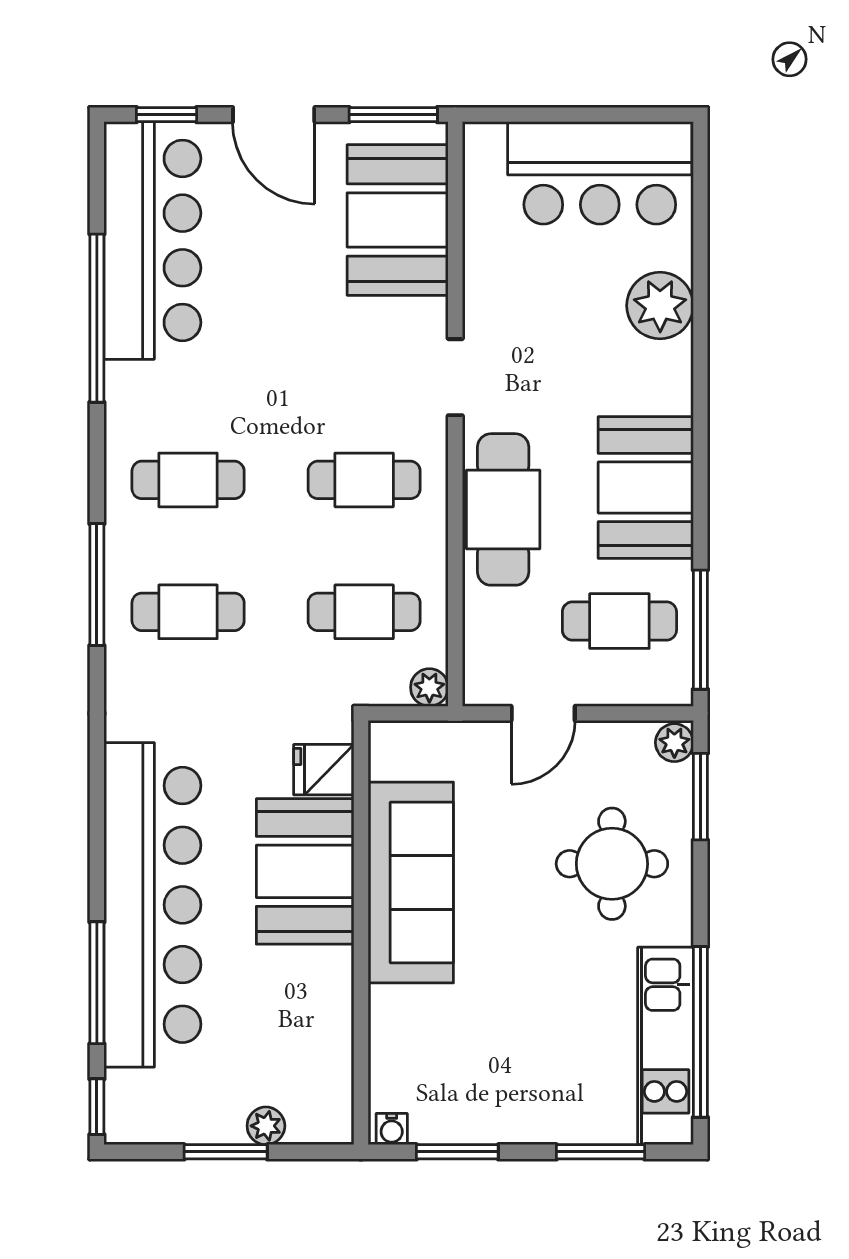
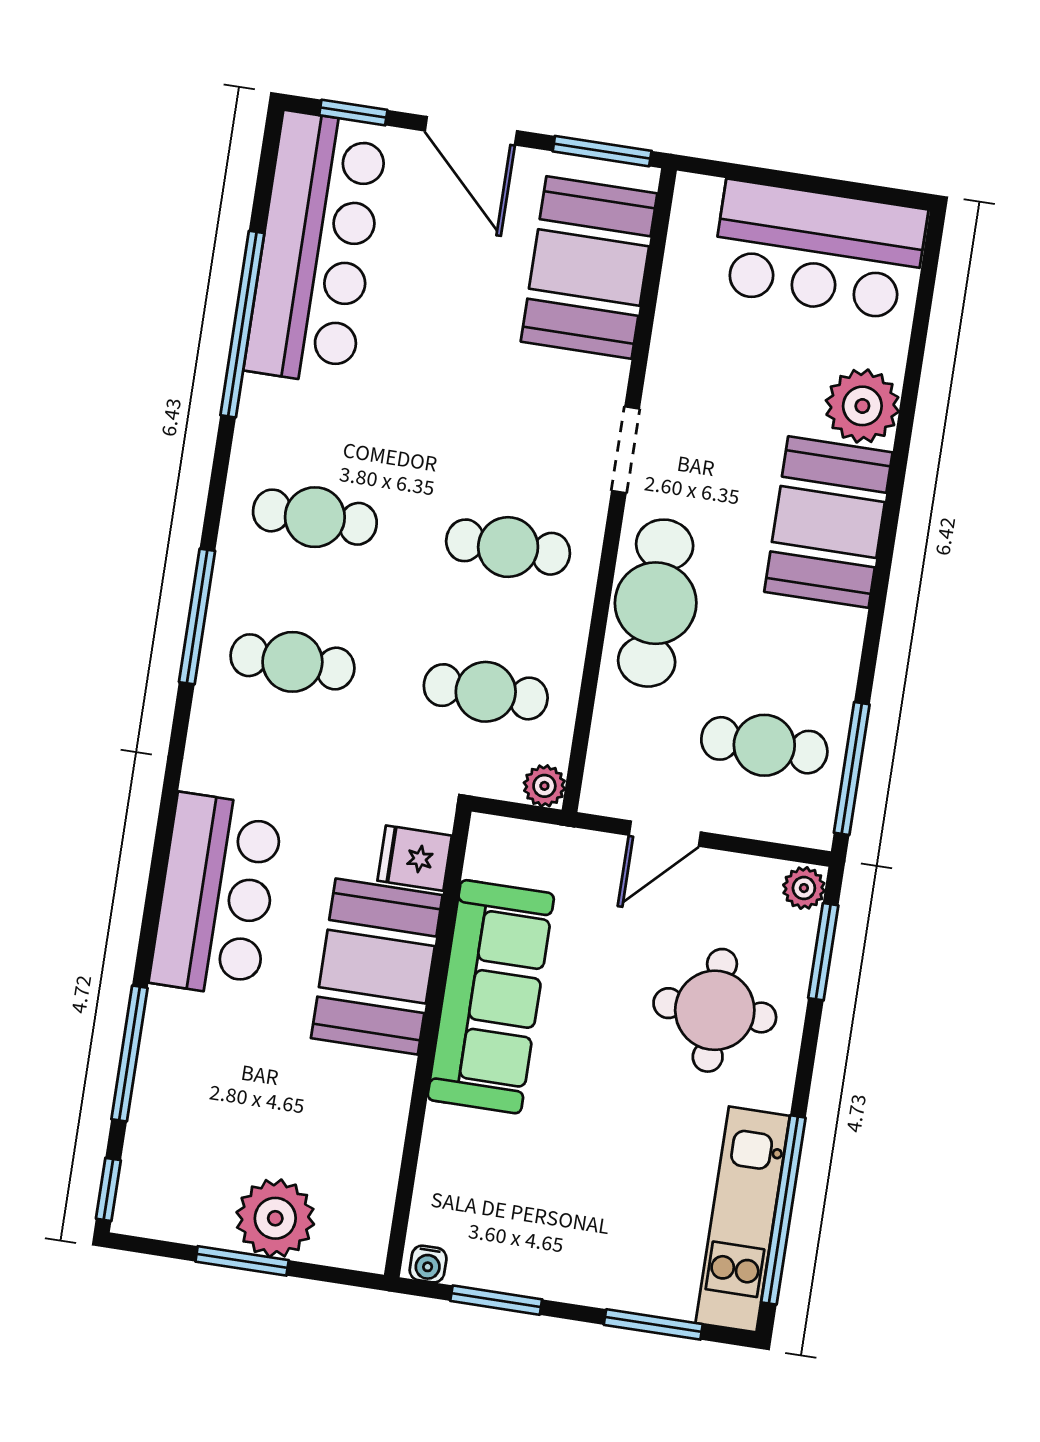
booth: (646, 488) -> (828, 522), moved
bar counter: (152, 905) -> (216, 895), width x0.54
plant: (266, 1126) -> (275, 1218), width x1.88, depth x1.88

